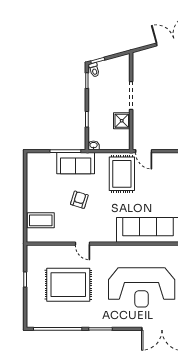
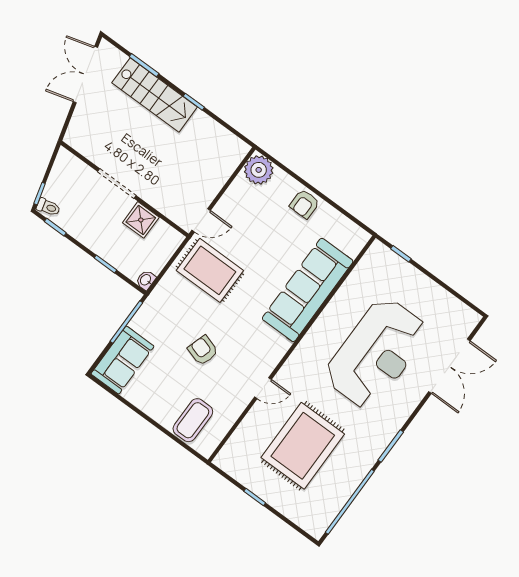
sofa: (76, 163) -> (123, 360), moved

